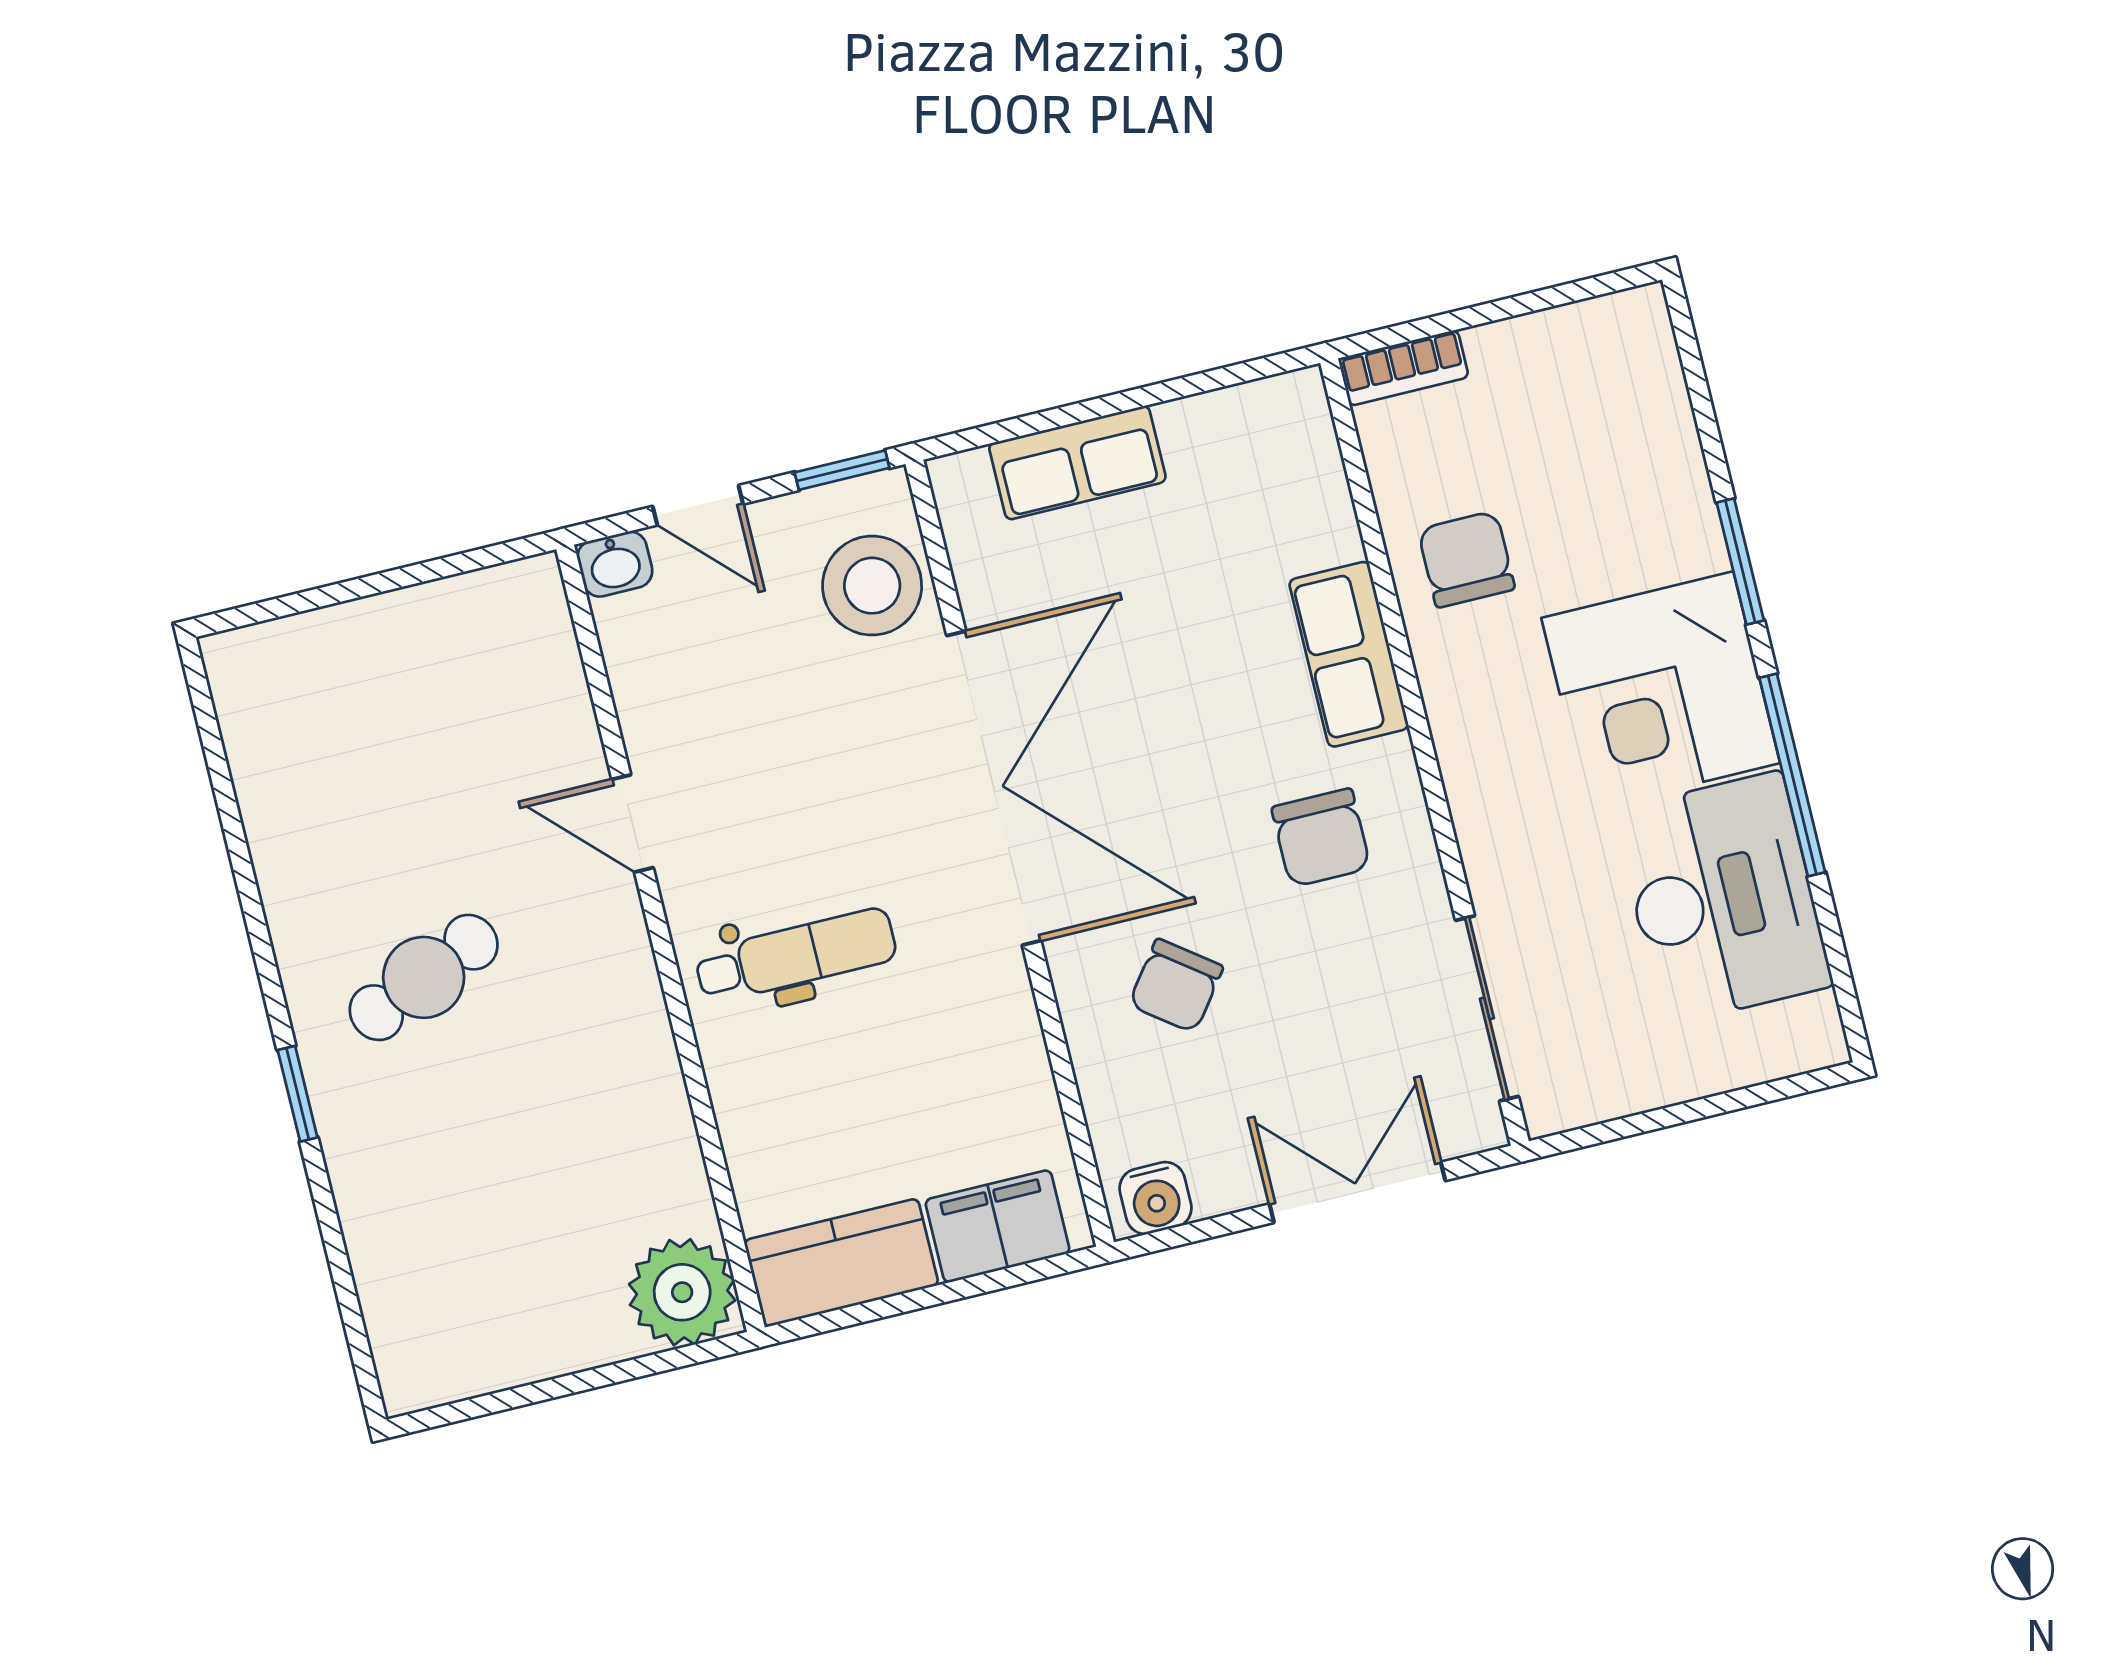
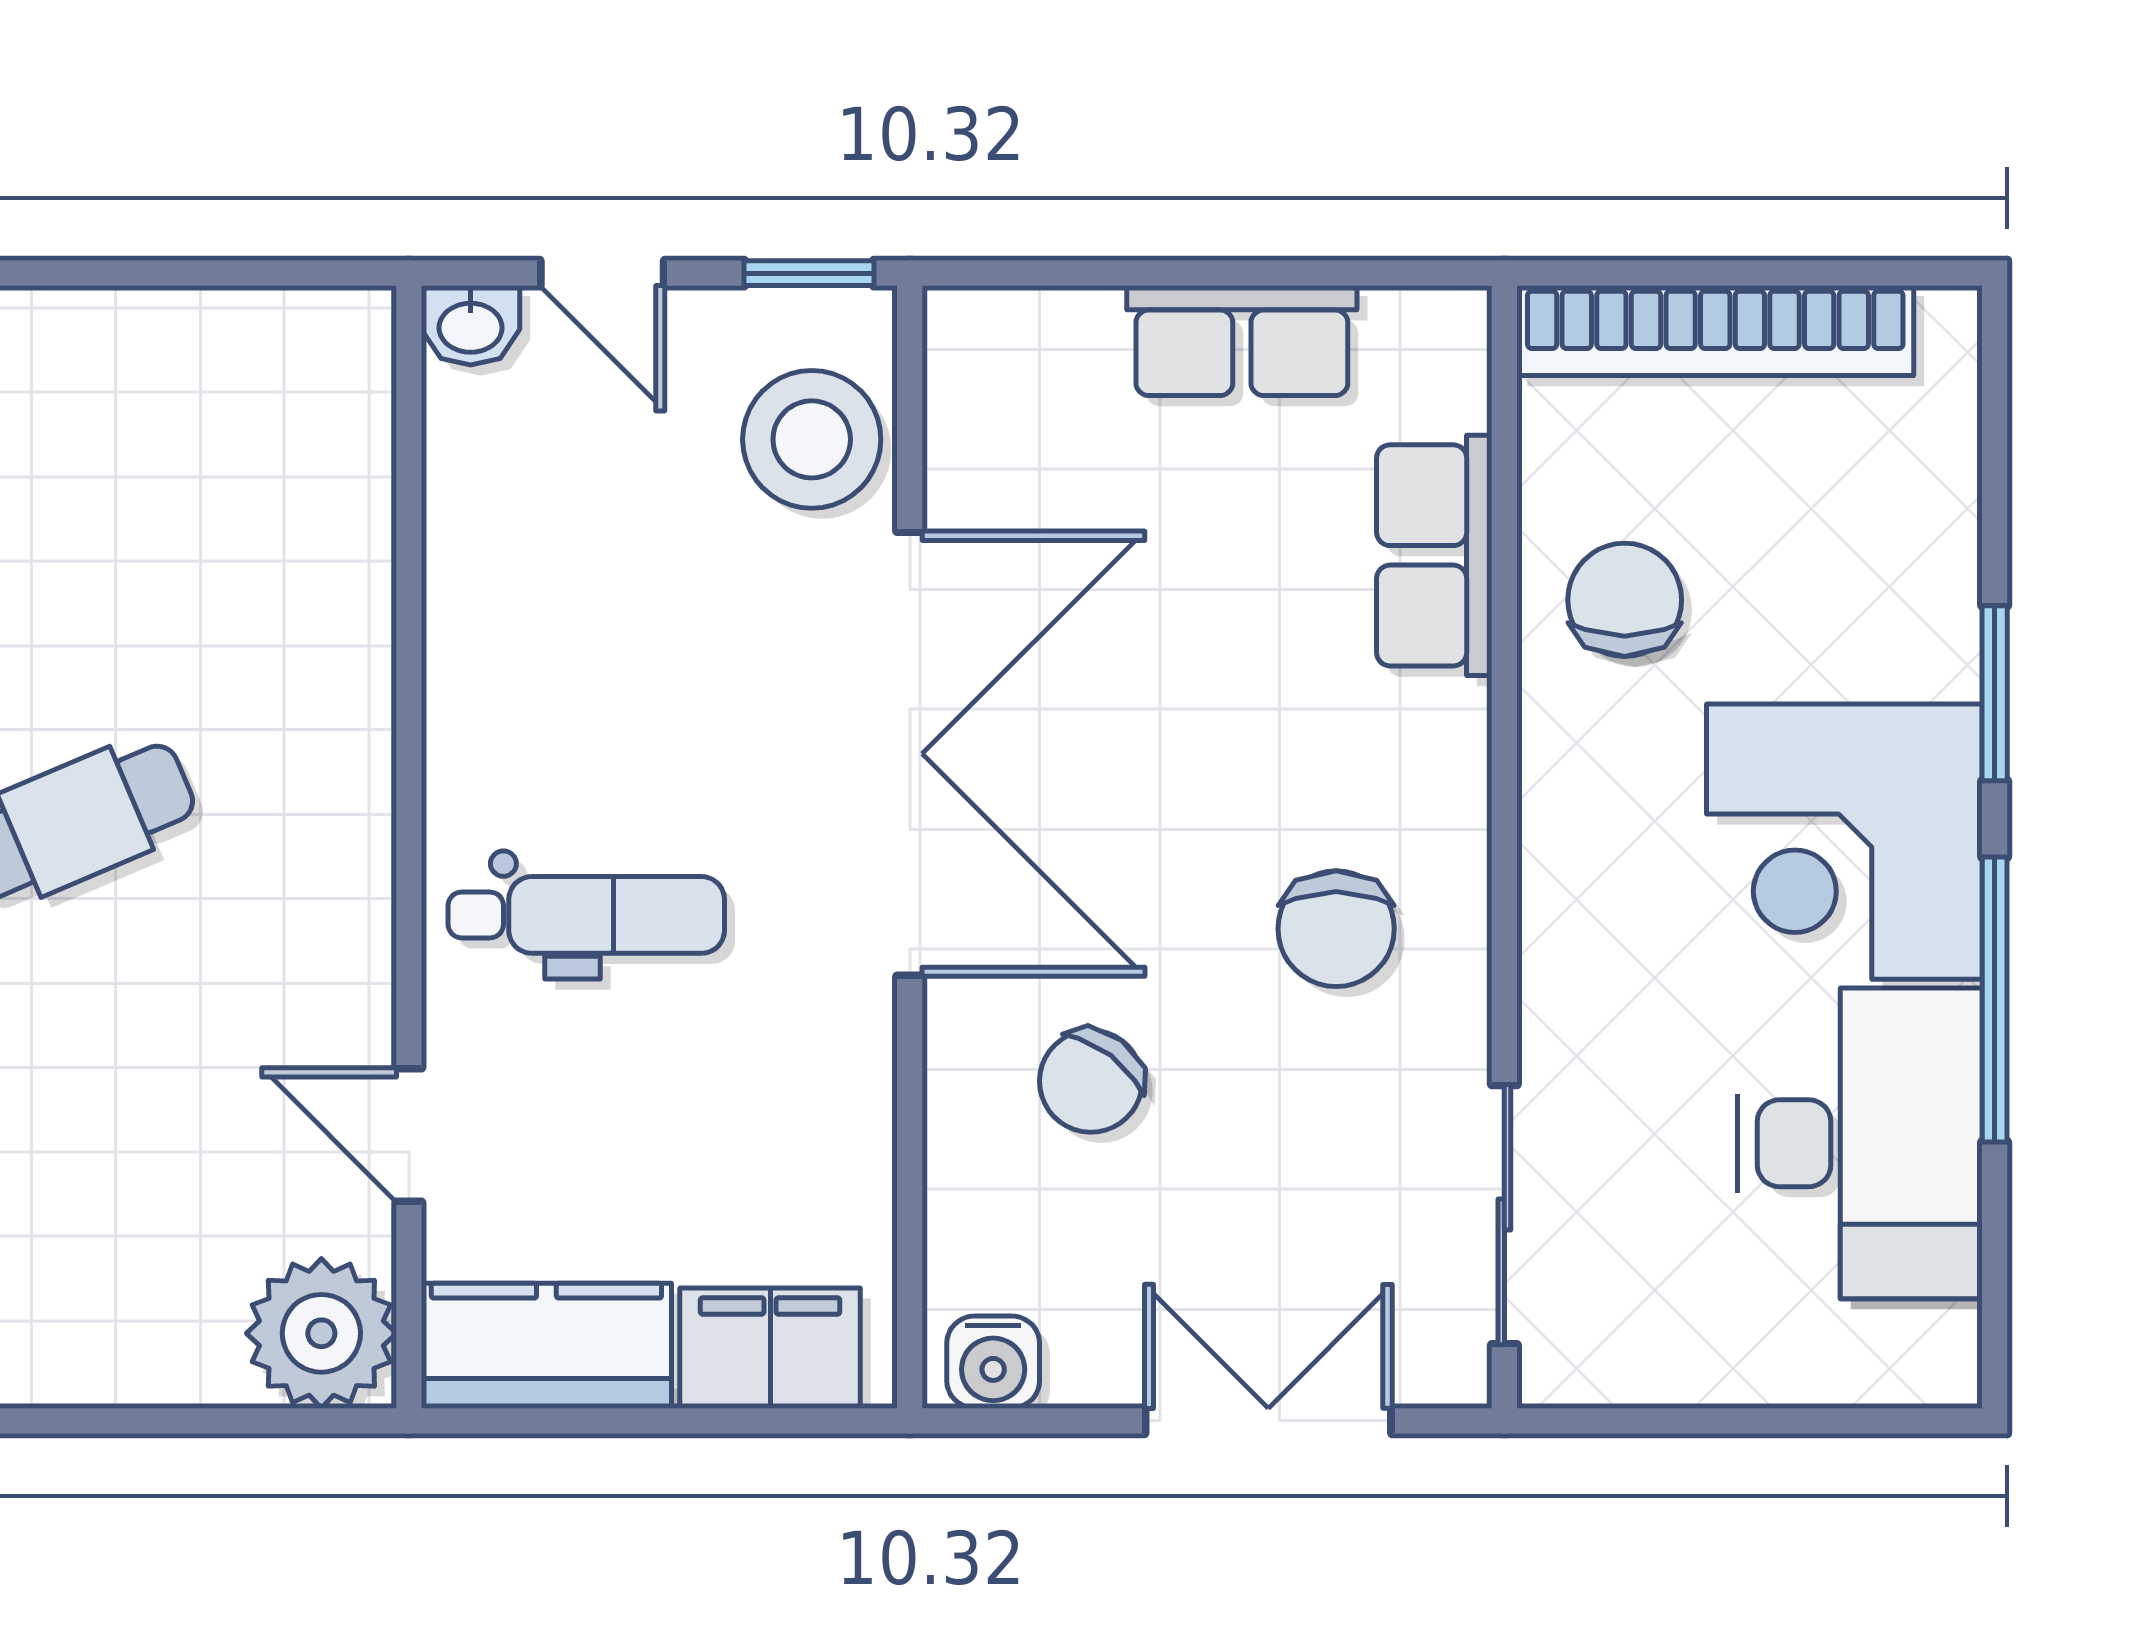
bookcase: (1403, 368) -> (1715, 331), width x2.31, depth x1.31
row of seats: (1077, 463) -> (1242, 341), moved
row of seats: (1349, 654) -> (1434, 555), moved
door: (633, 824) -> (409, 1135), moved

